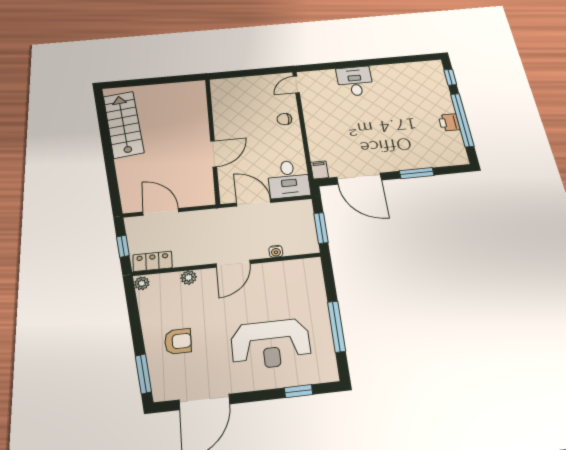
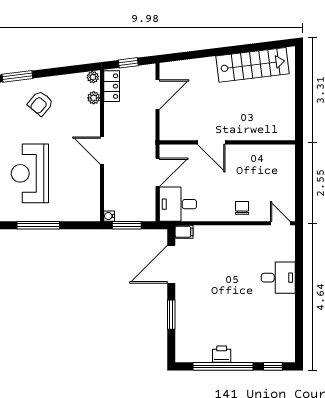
water cooler: (276, 251) -> (109, 216), moved
plant: (189, 277) -> (94, 98), moved
armchair: (178, 341) -> (40, 103), turned 40

